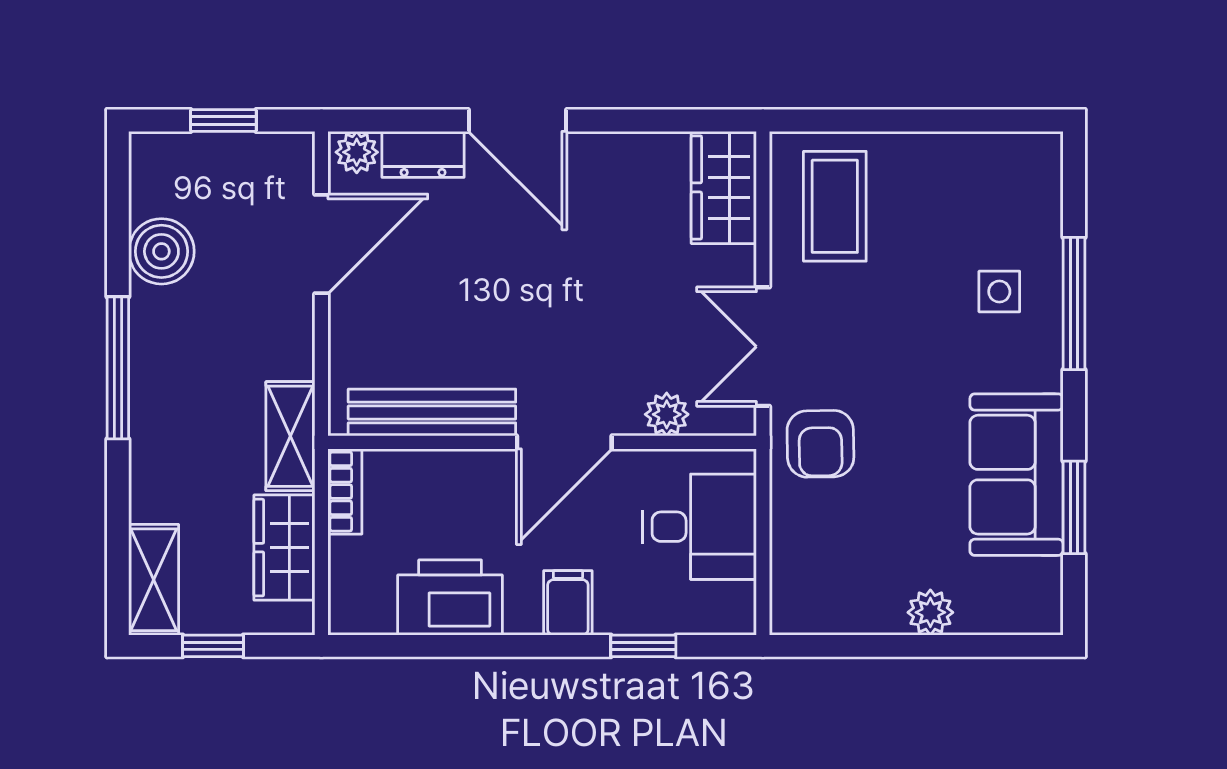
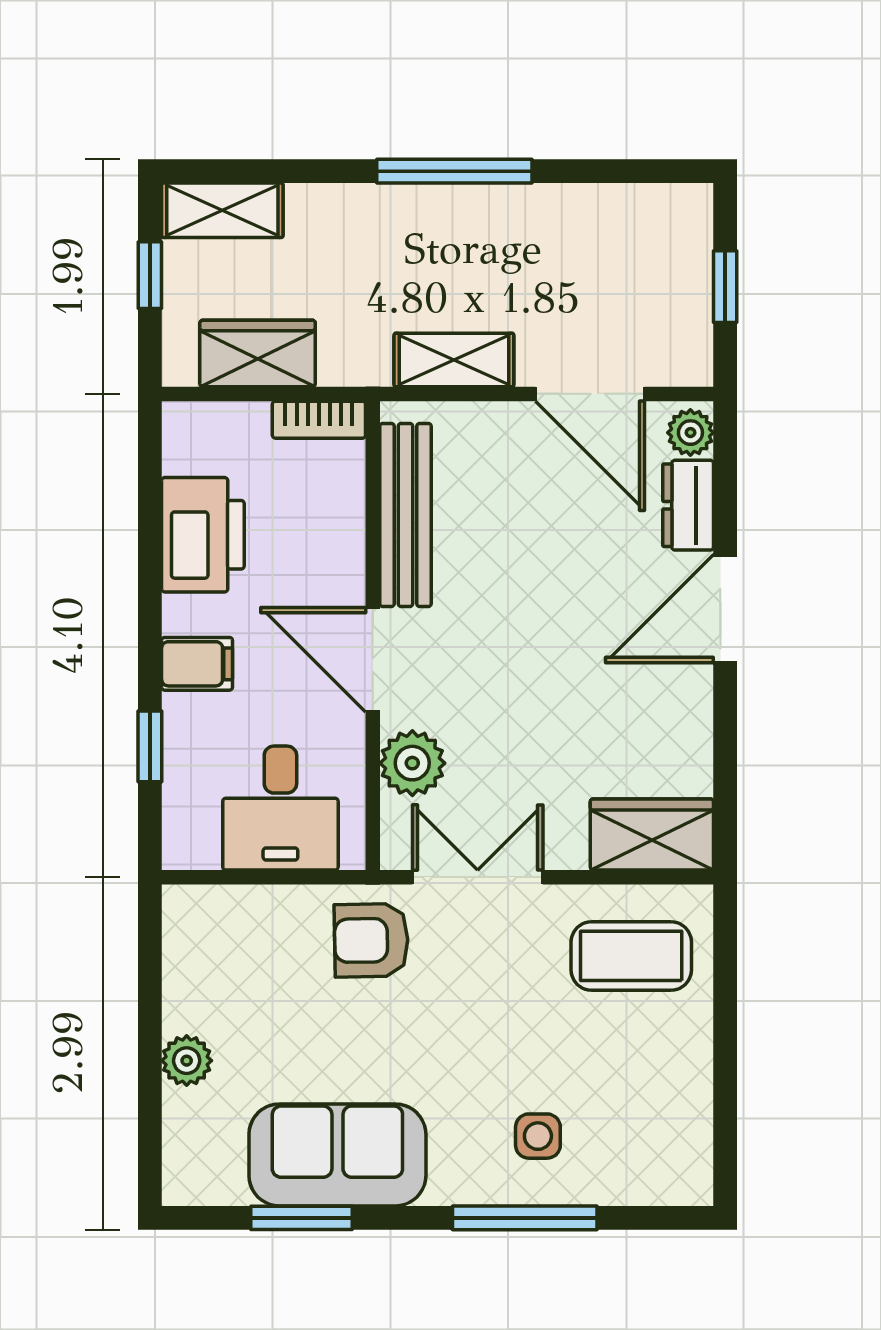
boiler: (161, 251) -> (582, 219), removed
plant: (667, 414) -> (412, 763), width x1.38, depth x1.38
shelving: (290, 436) -> (454, 360), moved

